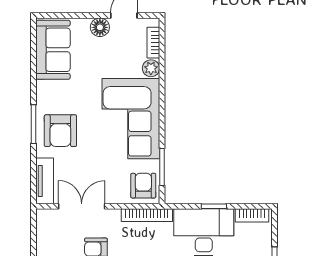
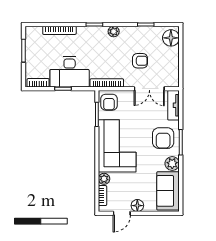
plant: (47, 92) -> (172, 164), added
armchair: (60, 131) -> (163, 138), turned 180

